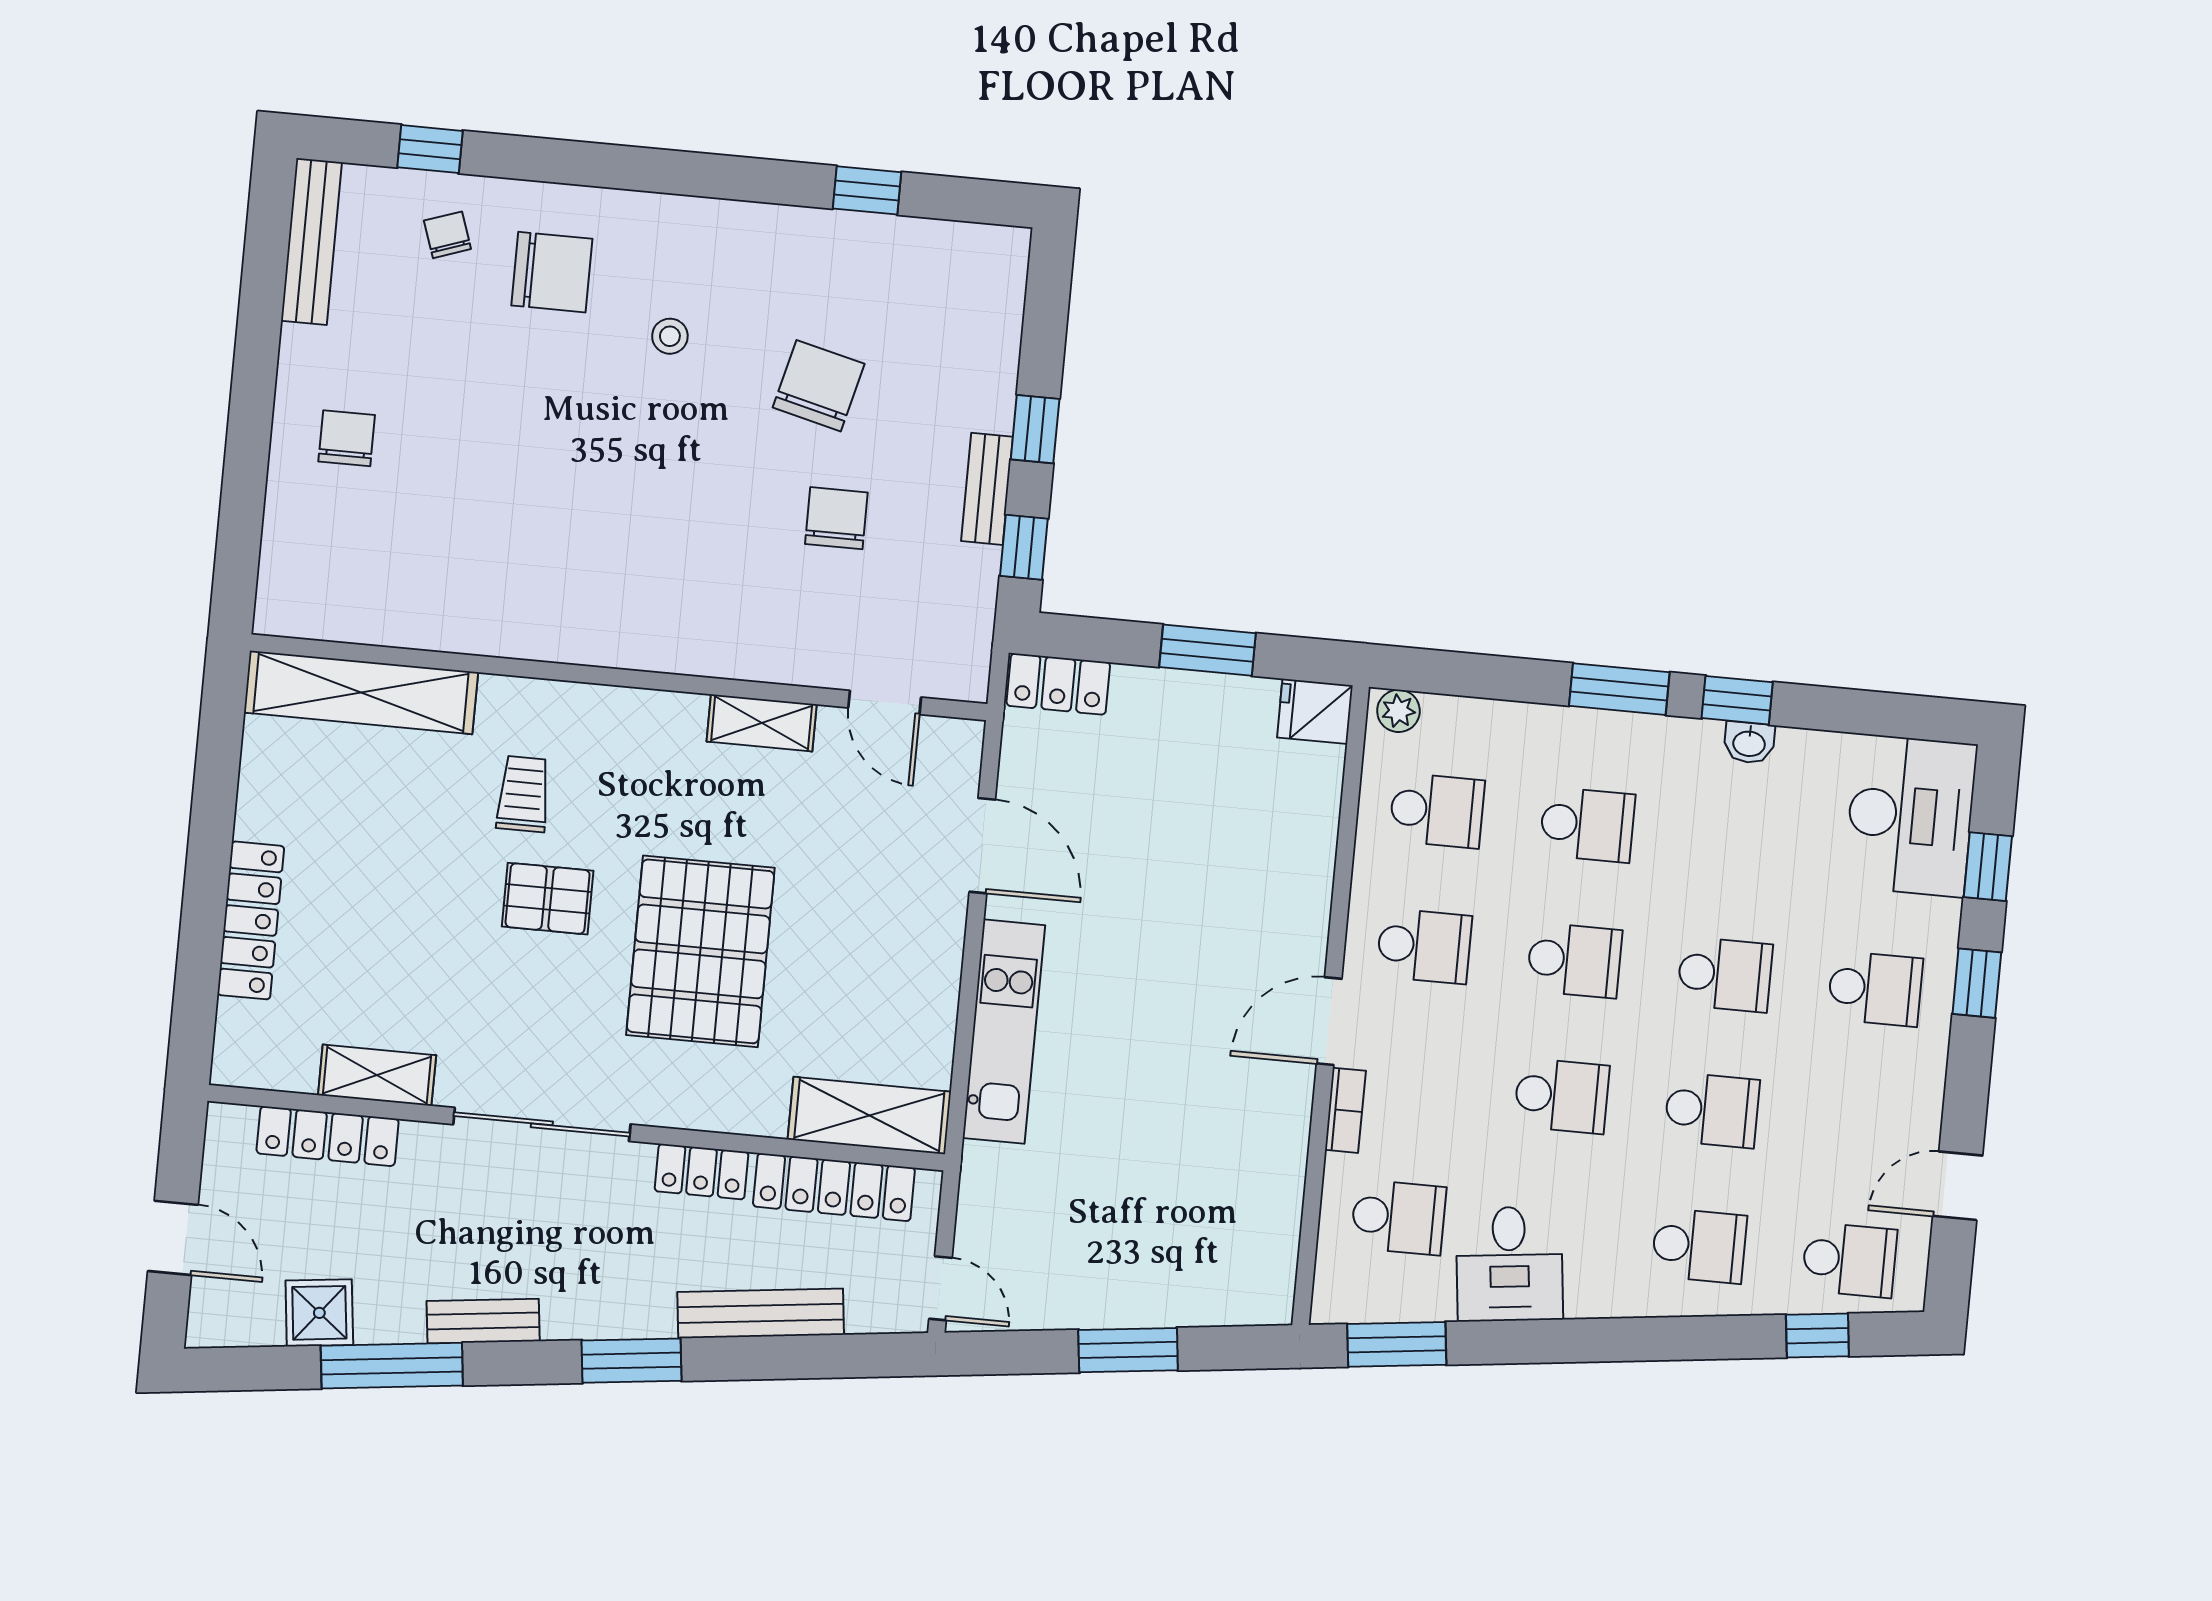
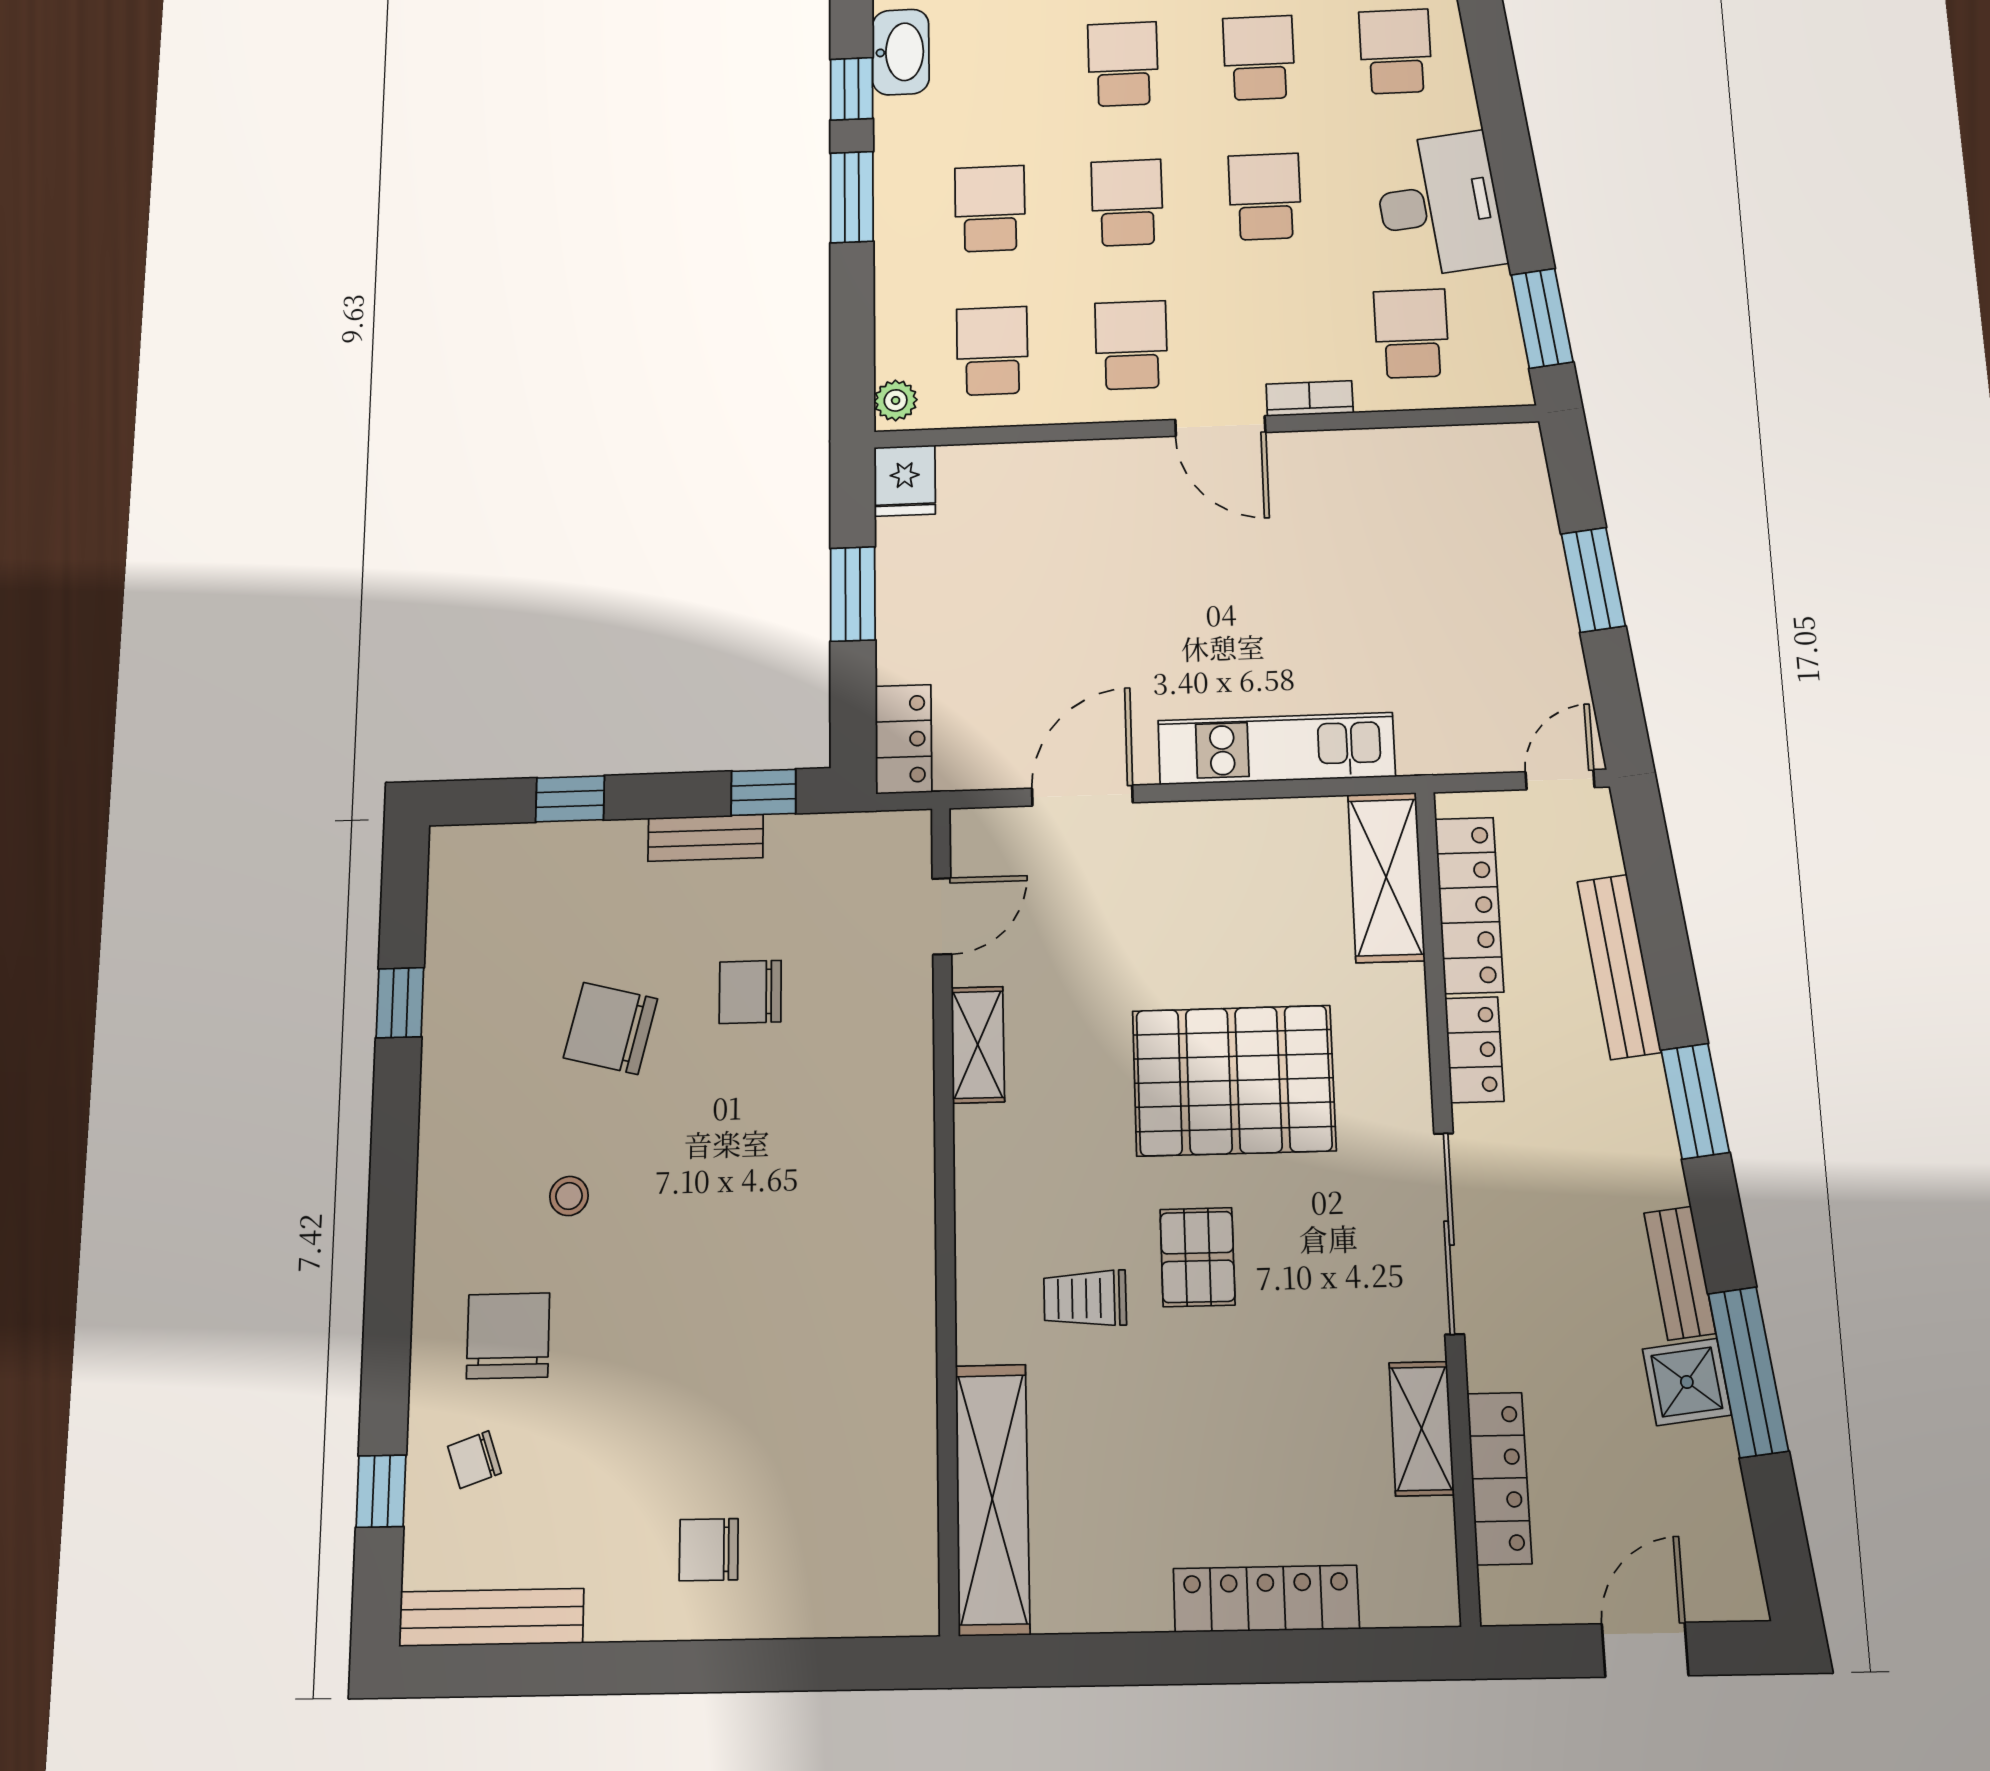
window: (1035, 429) -> (570, 799), moved
washbasin: (1749, 743) -> (901, 52), width x1.91, depth x1.45
desk: (1509, 1264) -> (1439, 205), width x1.37
shower: (319, 1313) -> (1687, 1382), moved

